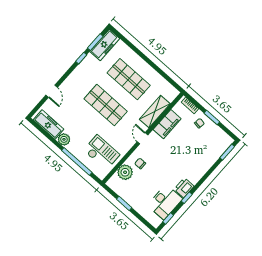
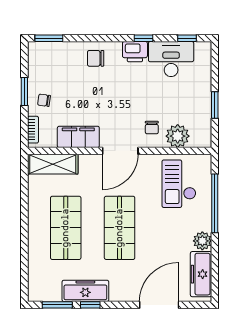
freezer: (105, 45) -> (85, 291), moved
door: (52, 91) -> (159, 305), width x1.88
shelving: (155, 111) -> (53, 164), moved
door: (142, 138) -> (120, 151), width x1.88
chair: (198, 166) -> (96, 58), added

